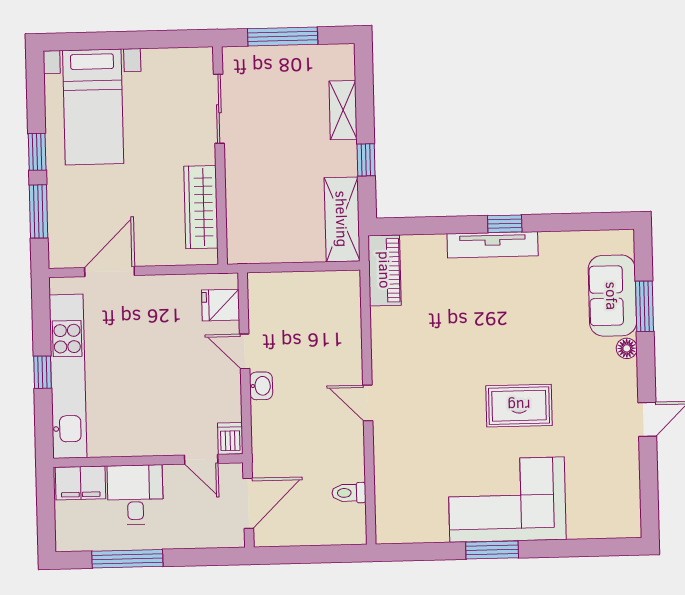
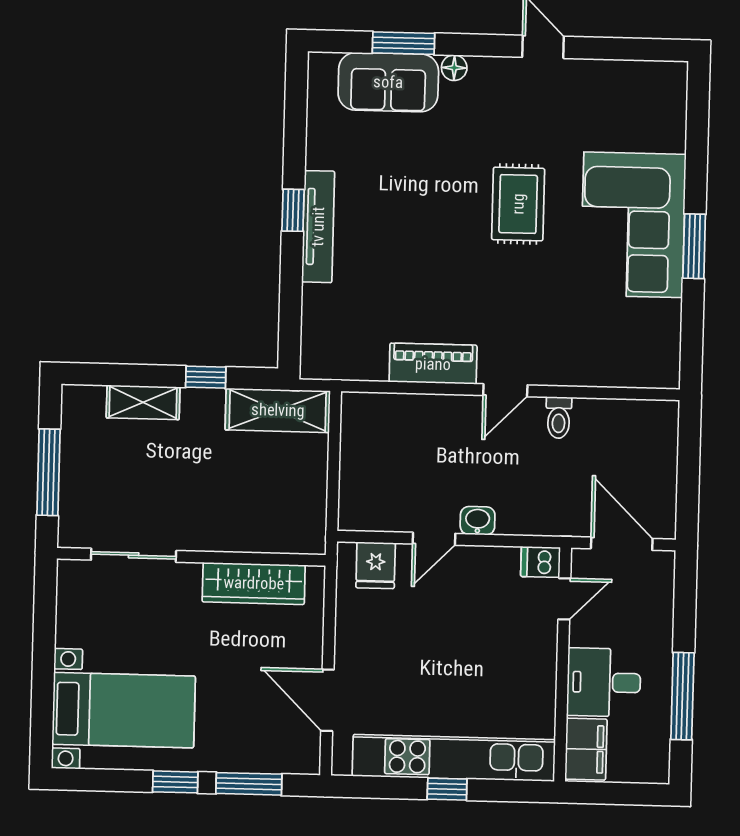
piano: (385, 270) -> (433, 364), moved
toilet: (349, 493) -> (559, 418), moved

